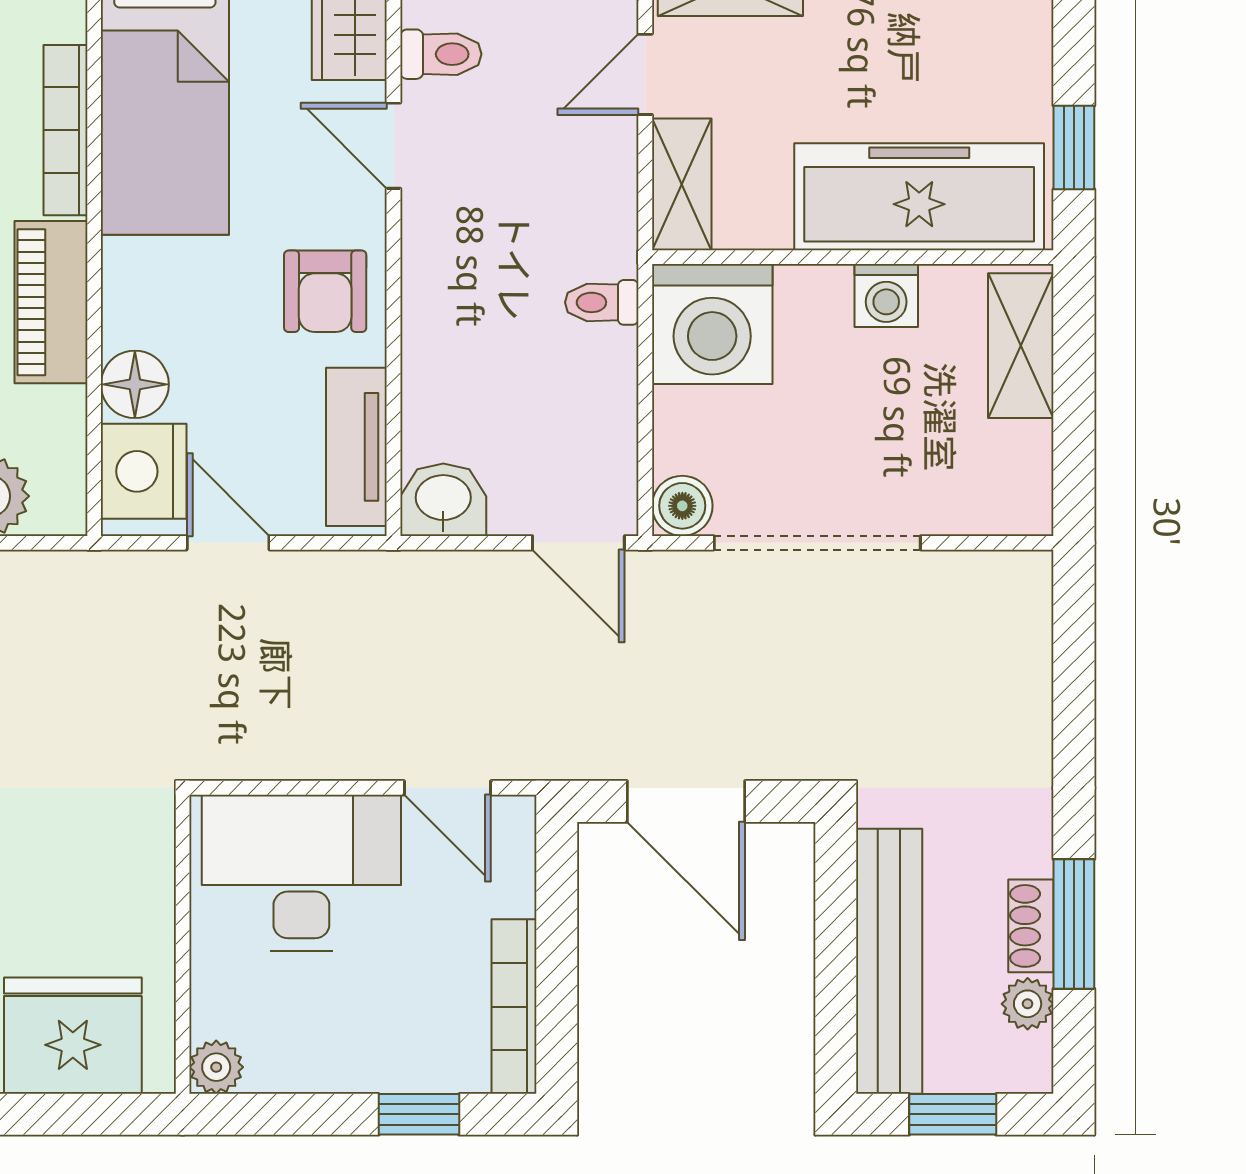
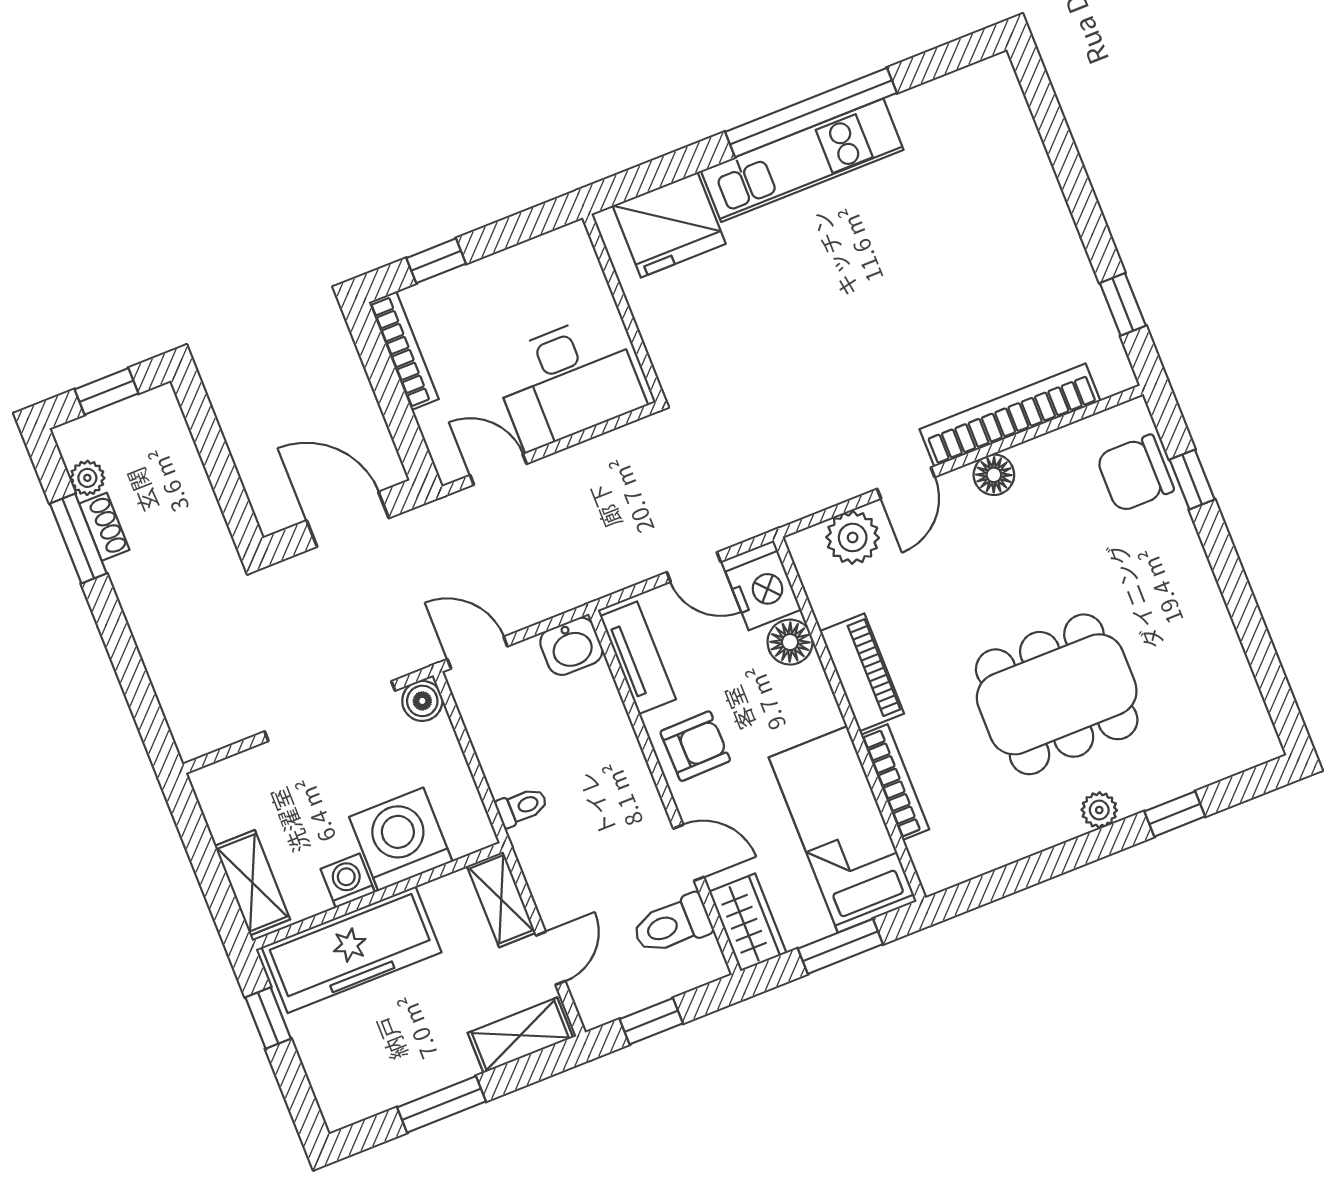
toilet: (441, 54) -> (672, 925), width x1.37, depth x1.39
armchair: (325, 291) -> (695, 746), turned 89
washing machine: (712, 324) -> (401, 839), moved
bench: (889, 961) -> (183, 470), removed
plant: (216, 1067) -> (573, 240), removed

